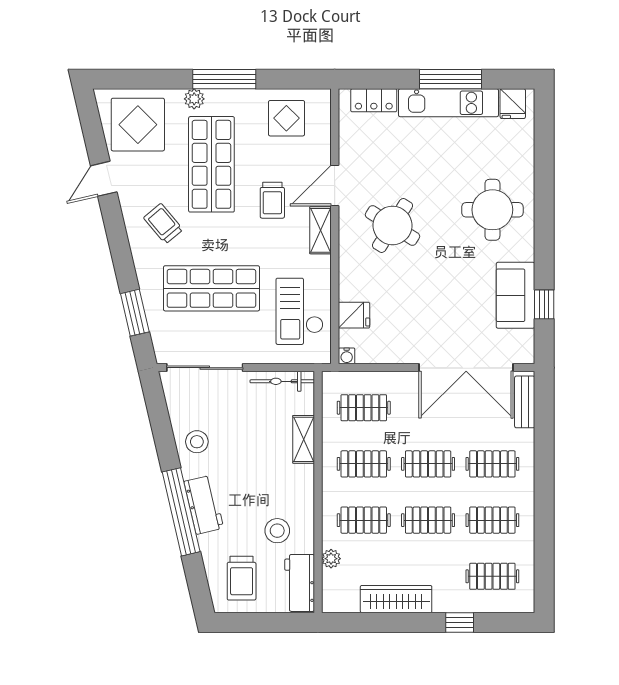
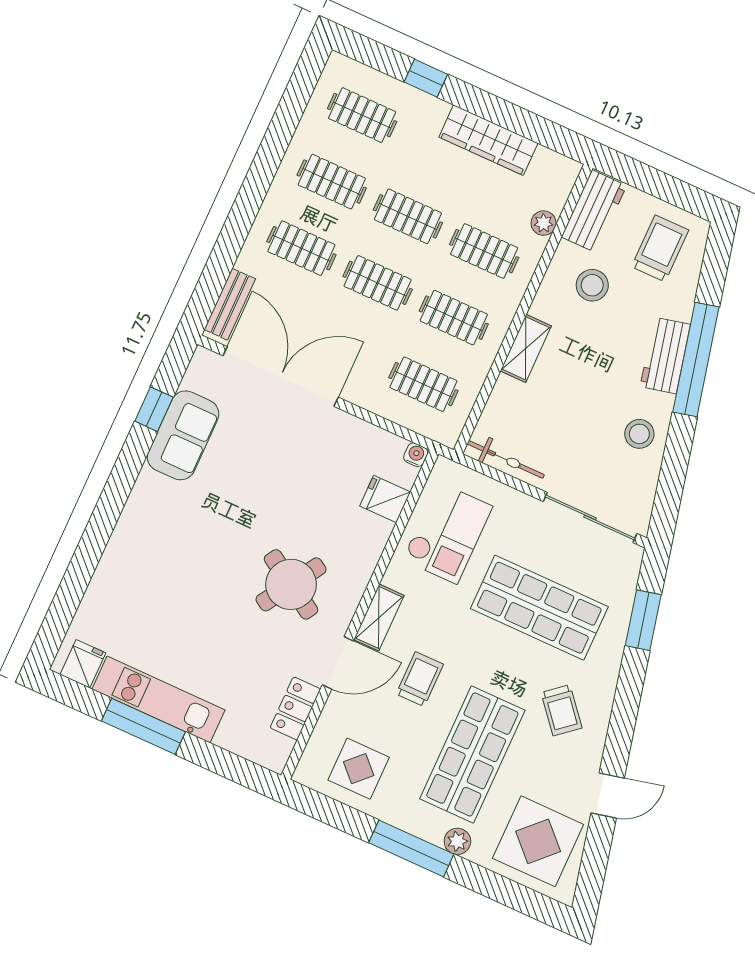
locker: (374, 100) -> (295, 708), moved, turned -90
round table: (492, 210) -> (164, 549), removed
shelving: (304, 439) -> (526, 348), moved

